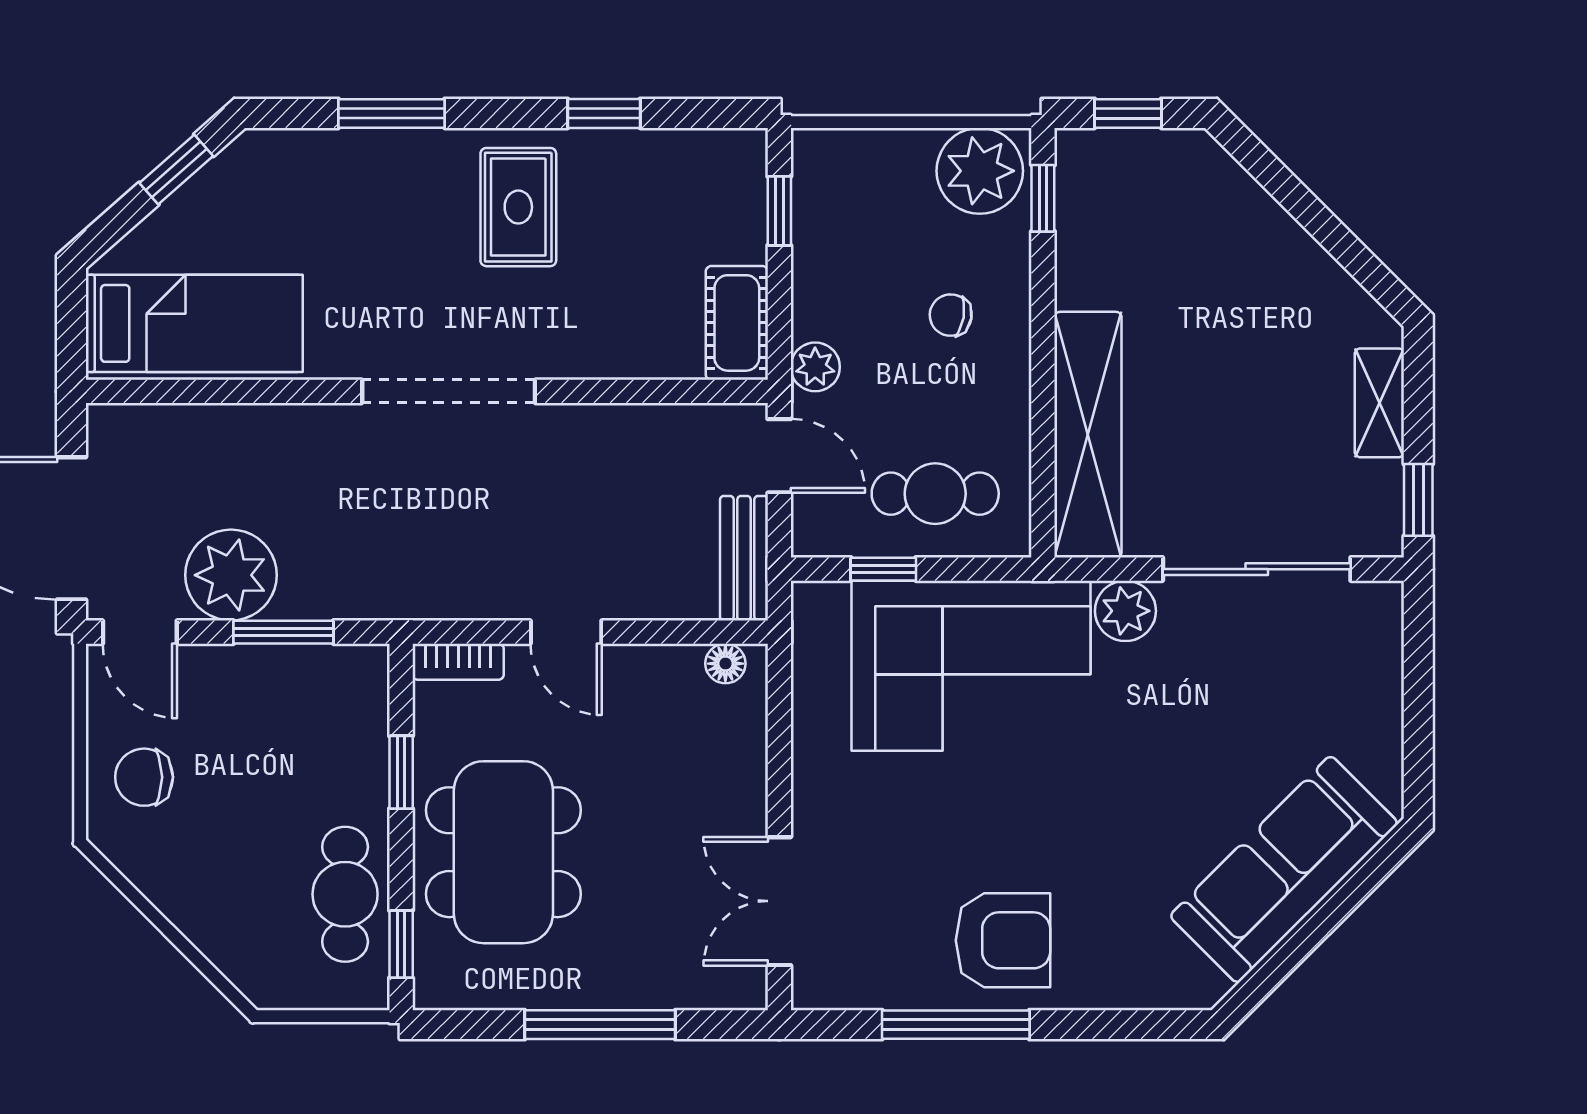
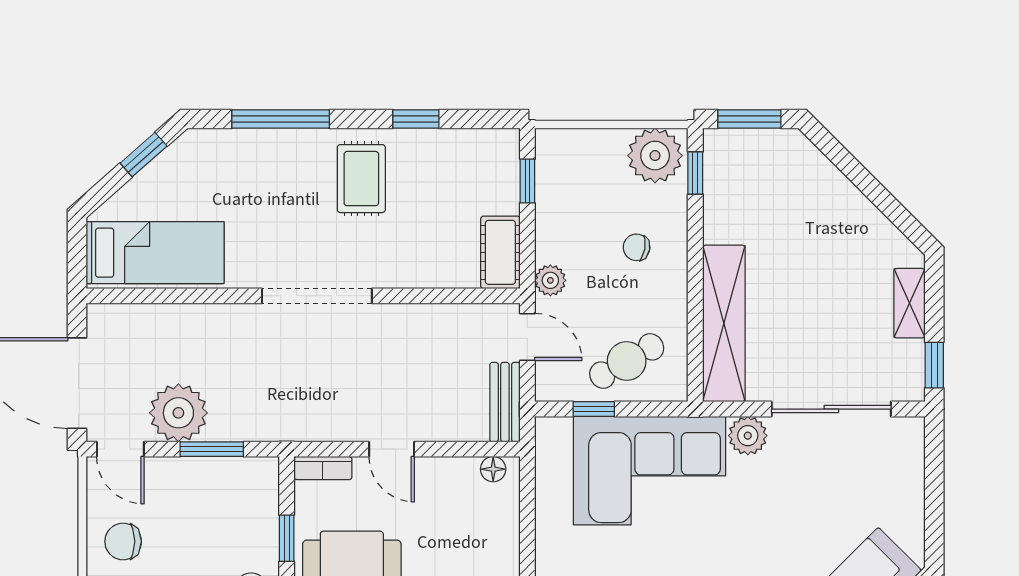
window: (391, 113) -> (281, 119), width x1.44
window: (1128, 113) -> (749, 119), width x1.50
cafe table: (935, 494) -> (627, 361), turned -30

